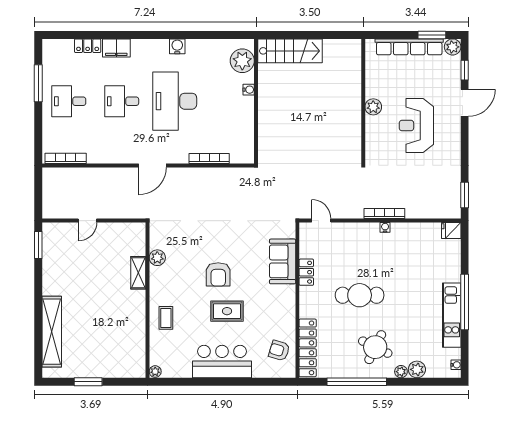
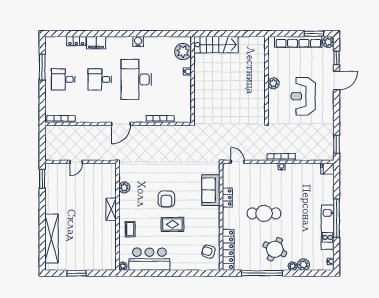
shelving: (138, 273) -> (111, 209), moved
bar counter: (222, 362) -> (149, 259), moved

